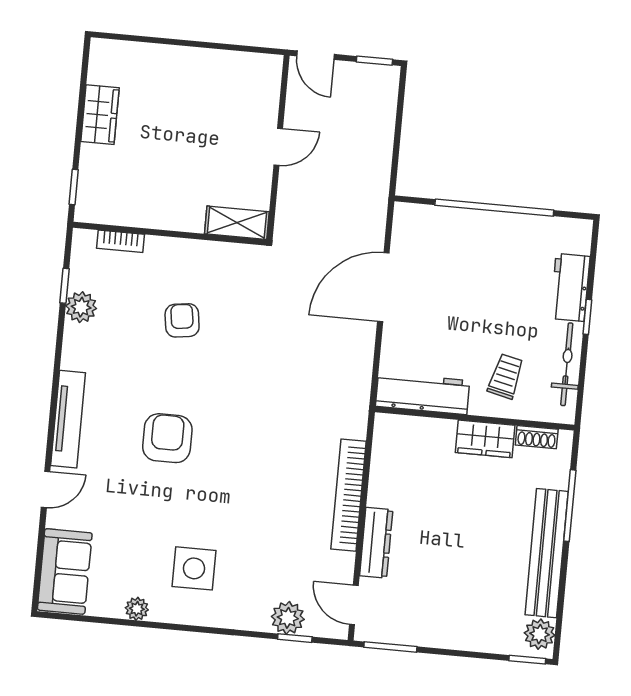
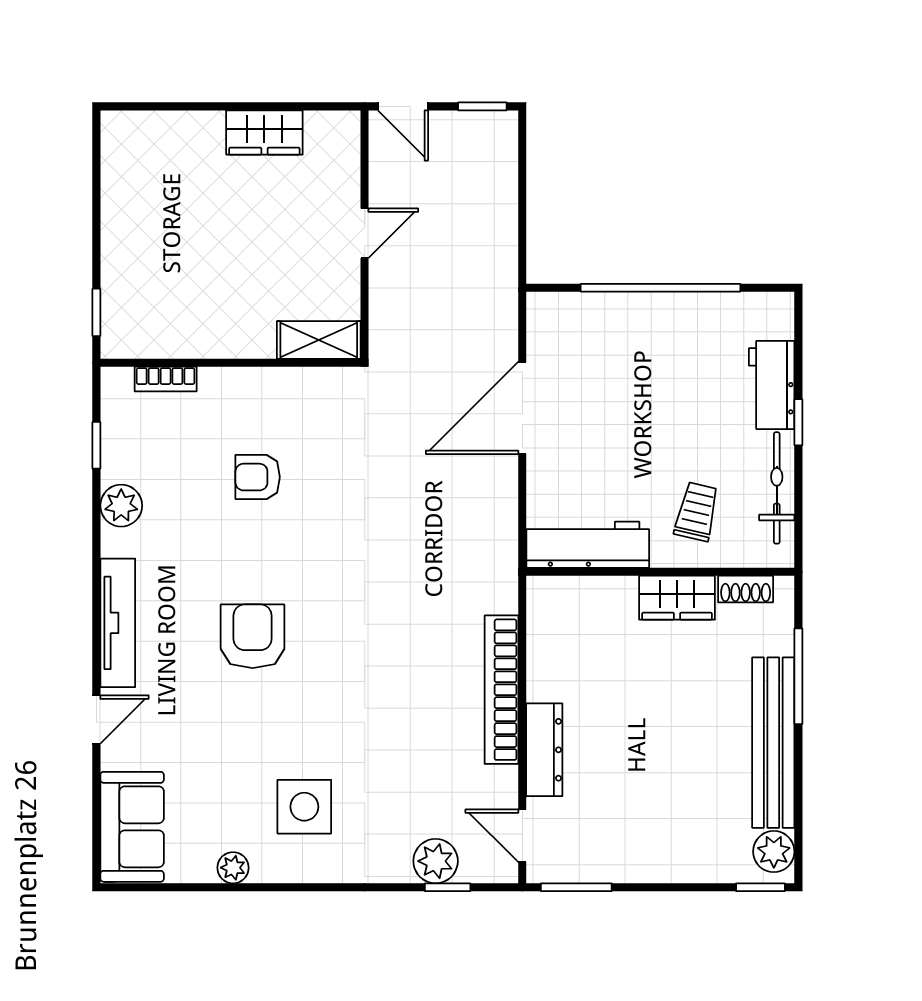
wardrobe: (100, 115) -> (264, 133), moved, turned 90
plant: (81, 307) -> (121, 506), moved
armchair: (182, 320) -> (258, 477), turned -82

